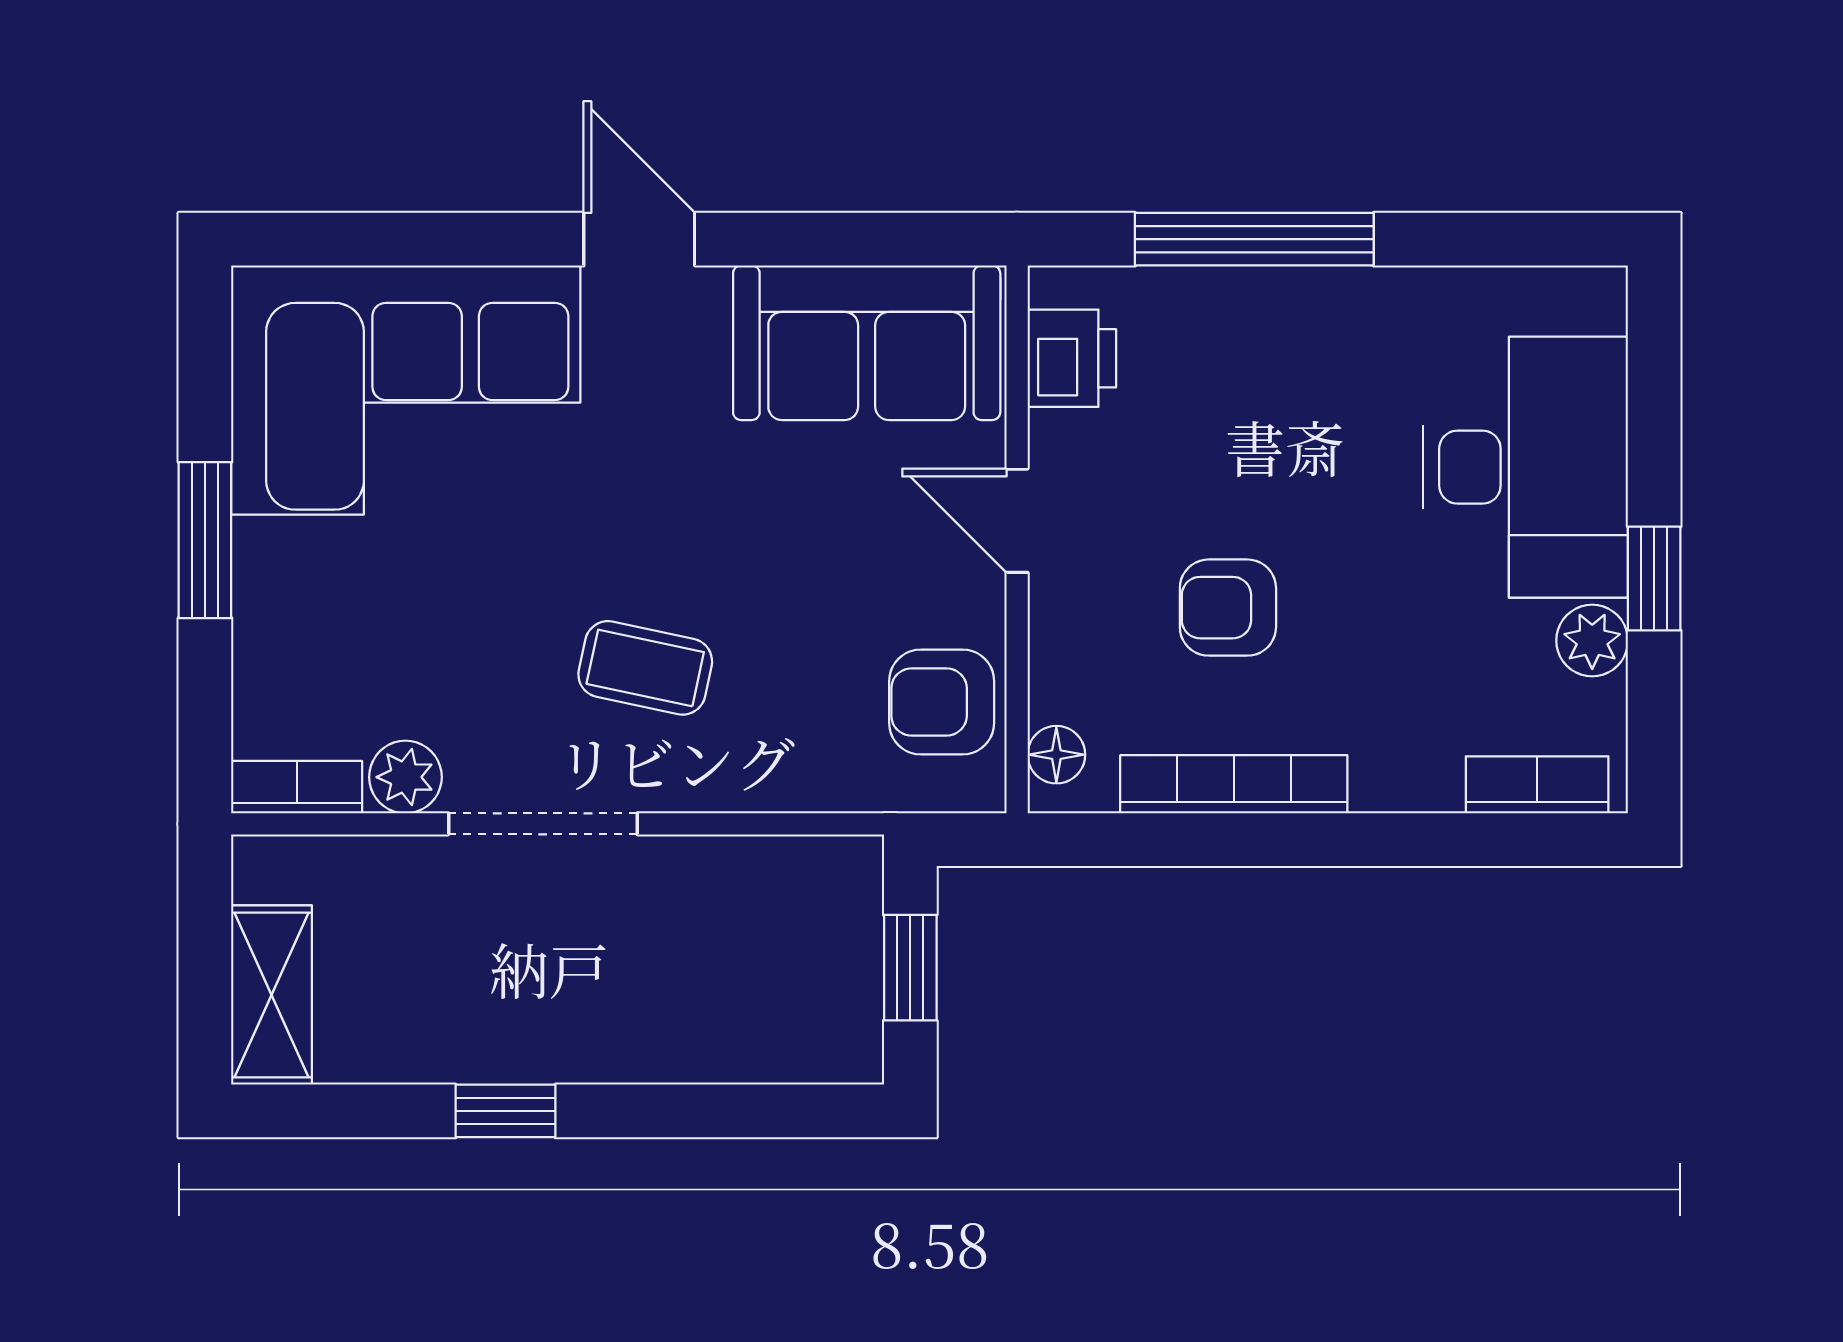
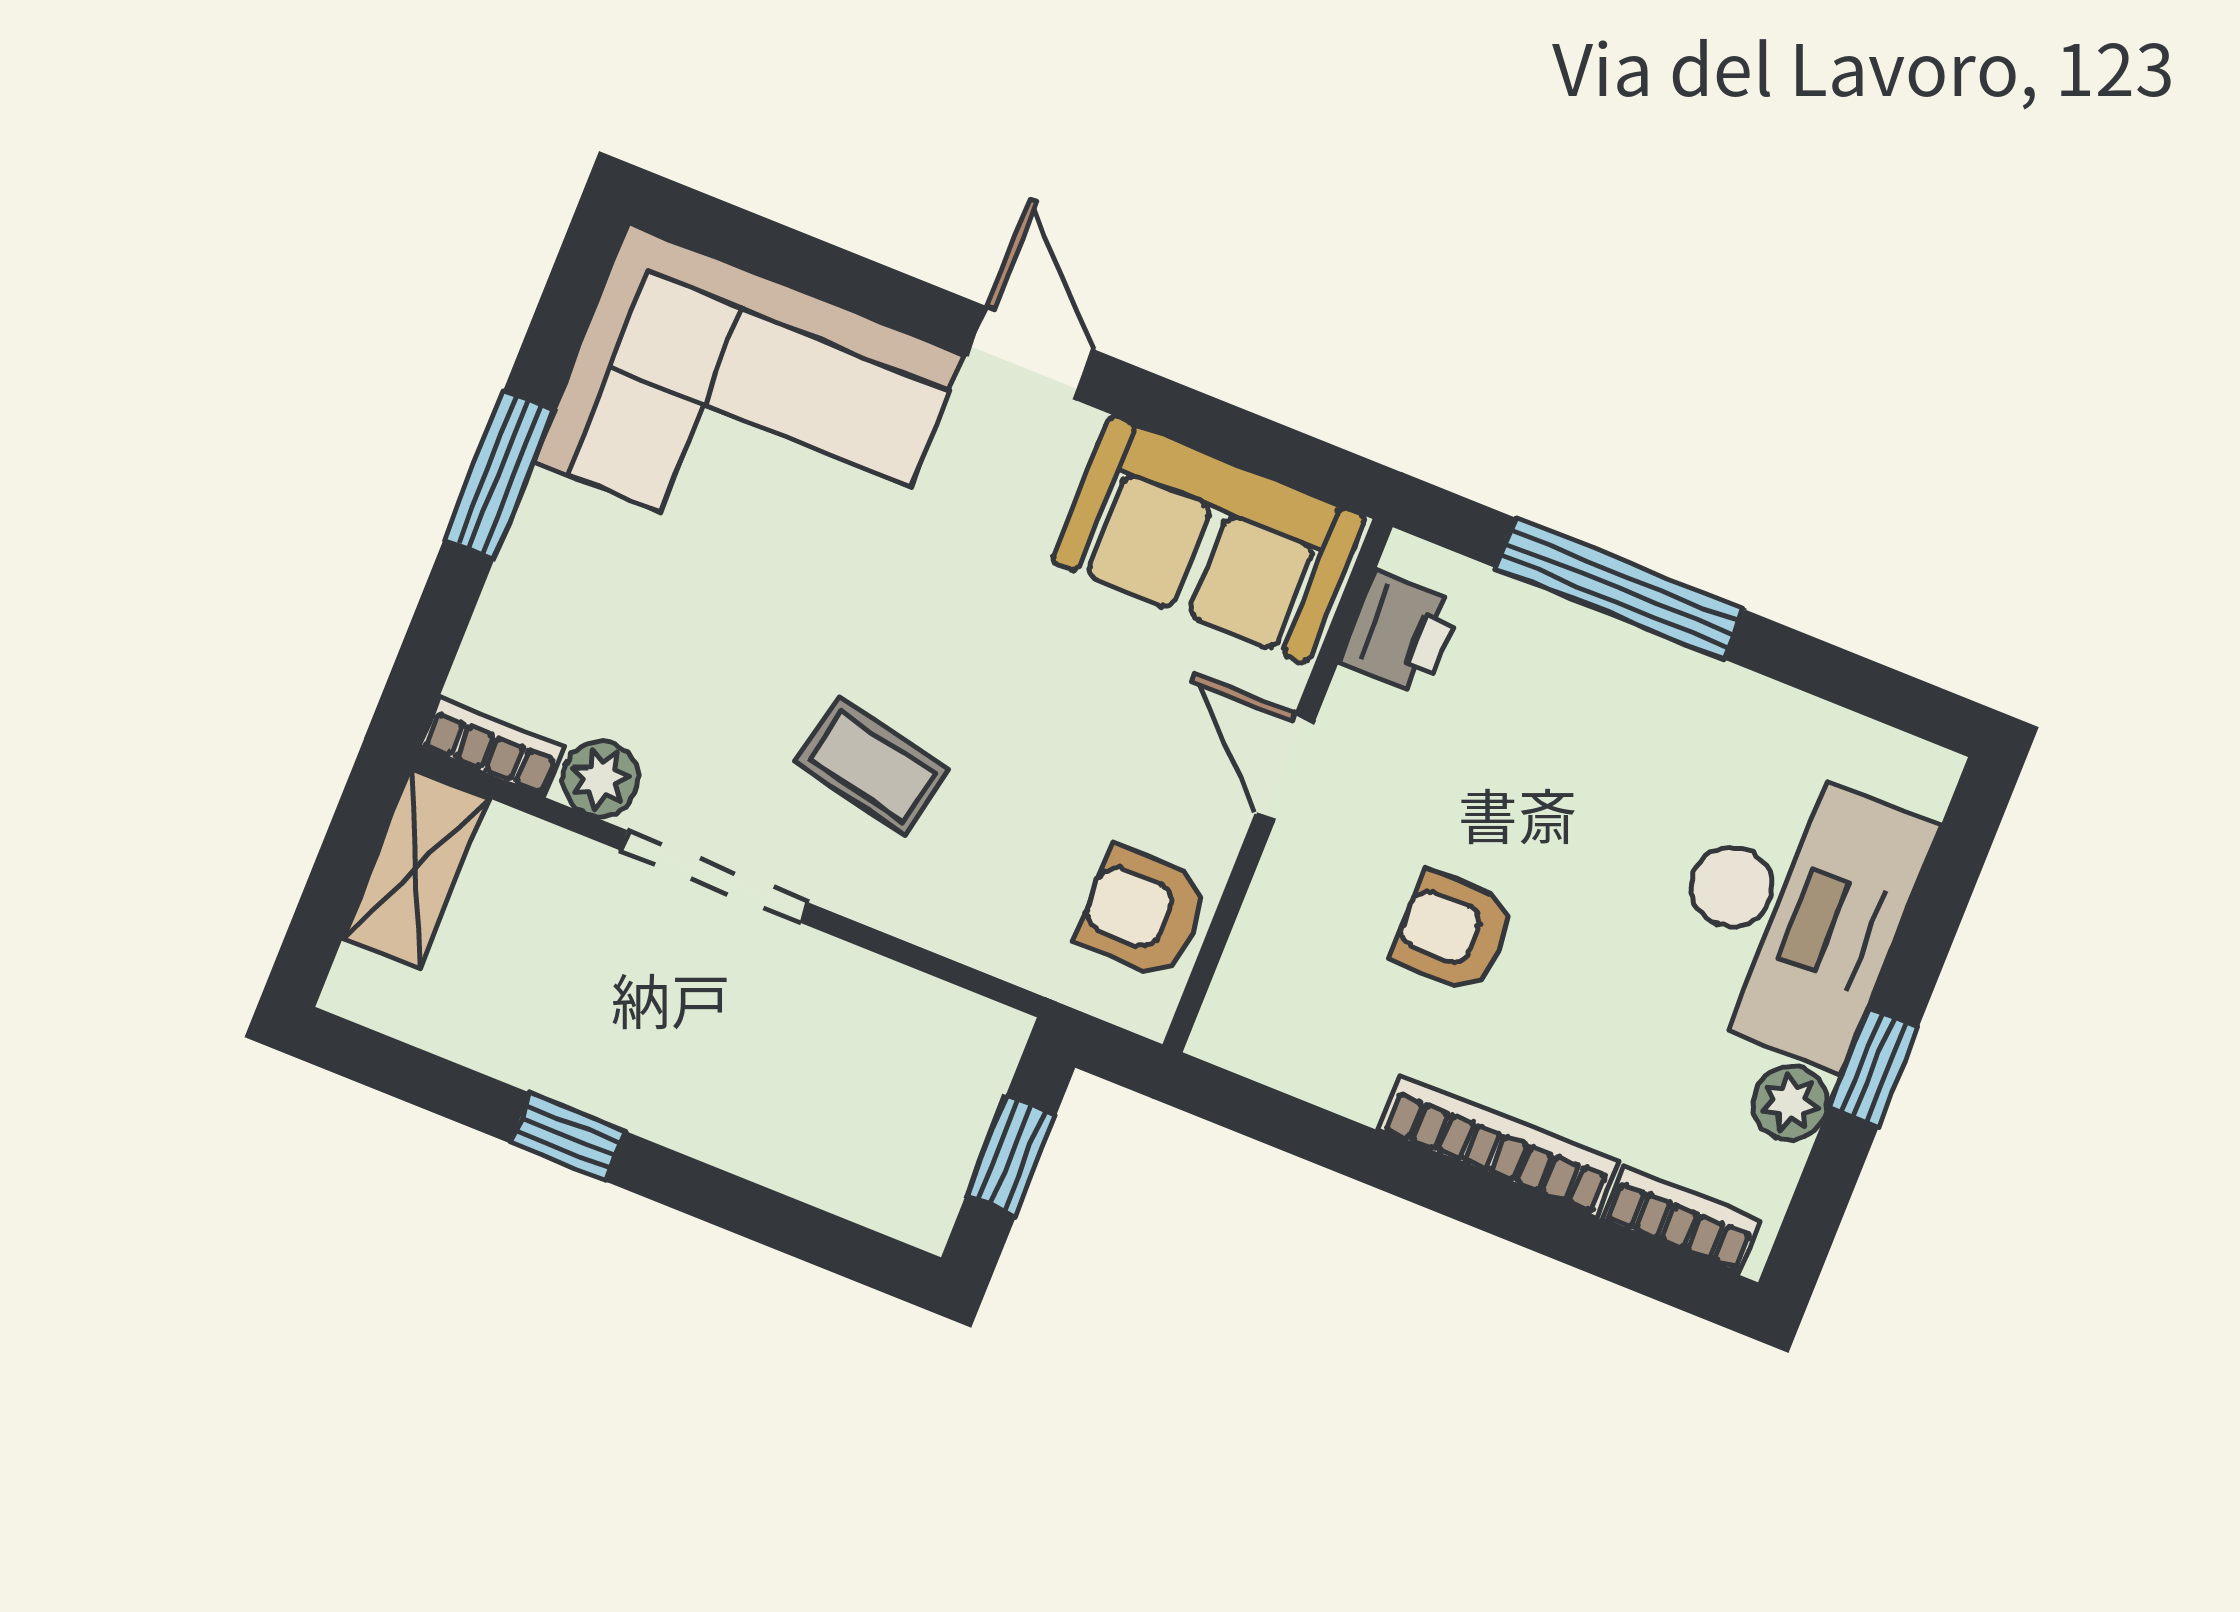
floor lamp: (1056, 755) -> (1233, 1007), removed
bookcase: (1234, 784) -> (1498, 1146), moved
shelving: (272, 995) -> (415, 868), moved

